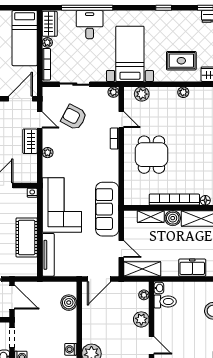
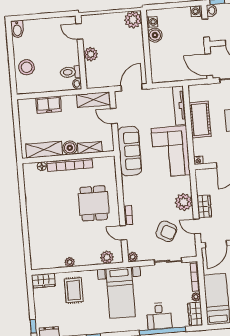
rug: (181, 61) -> (74, 290), turned 90
plant: (48, 153) -> (184, 202), width x1.88, depth x1.88
plant: (144, 295) -> (90, 76), removed
boiler: (69, 303) -> (155, 35), moved

